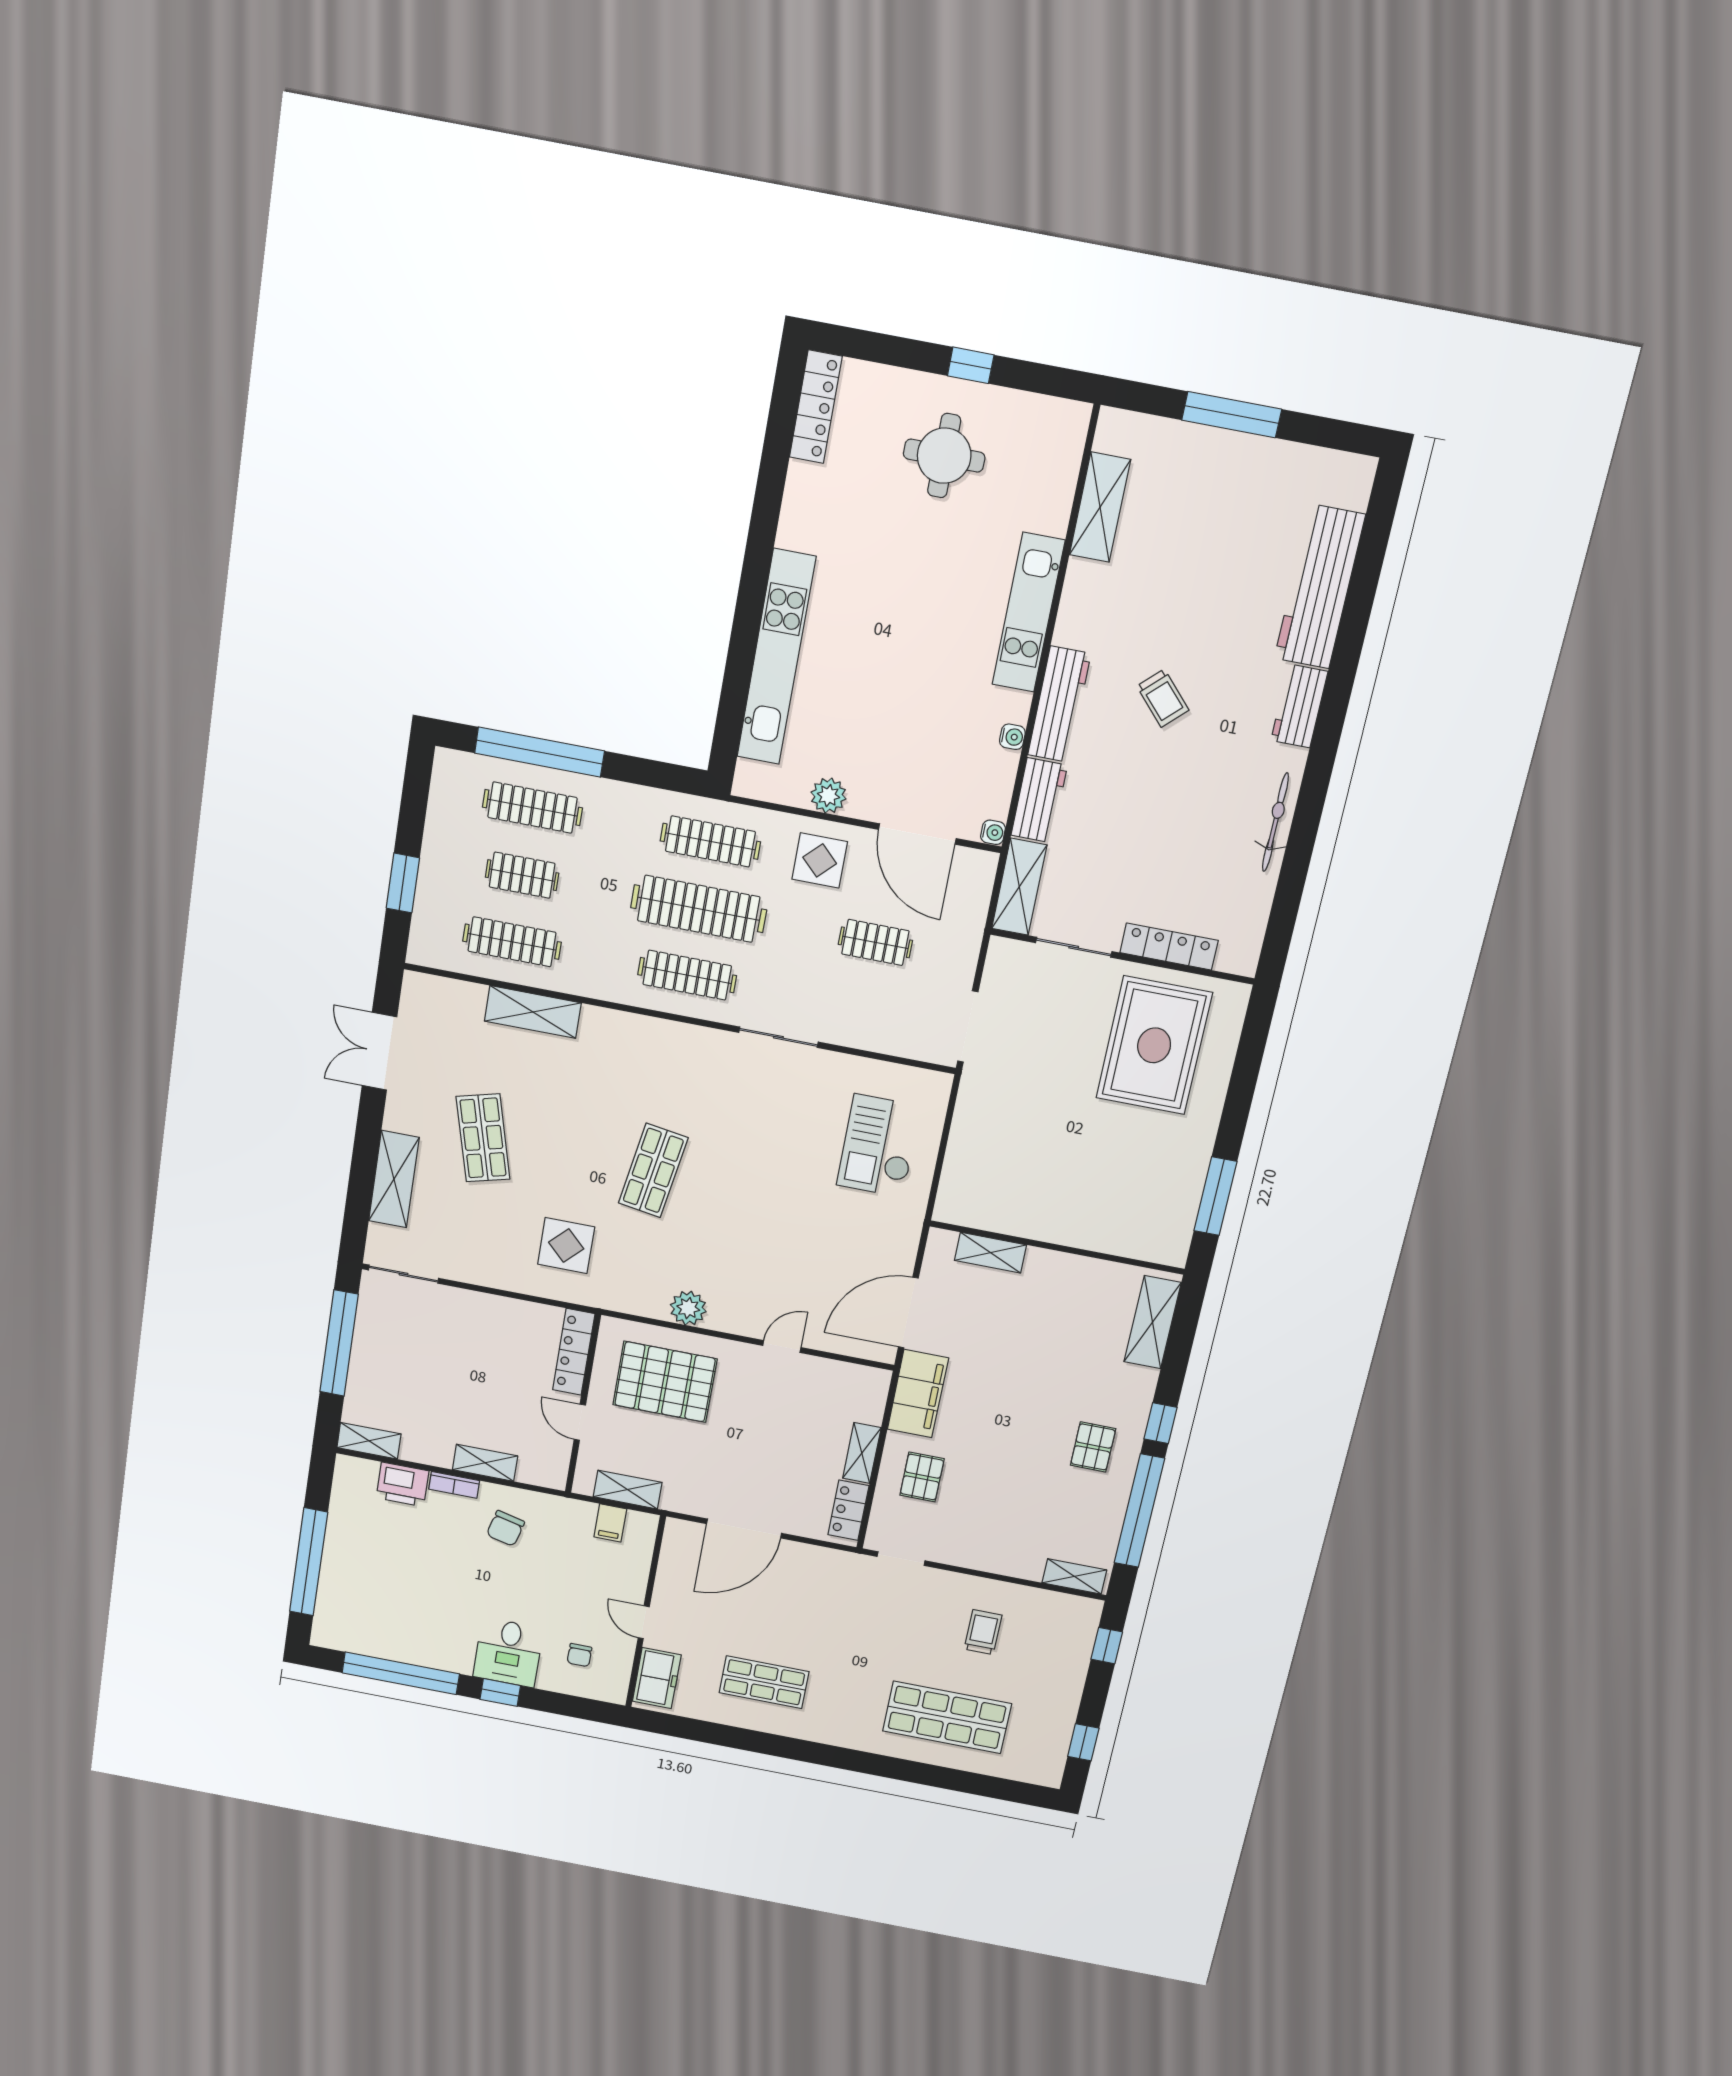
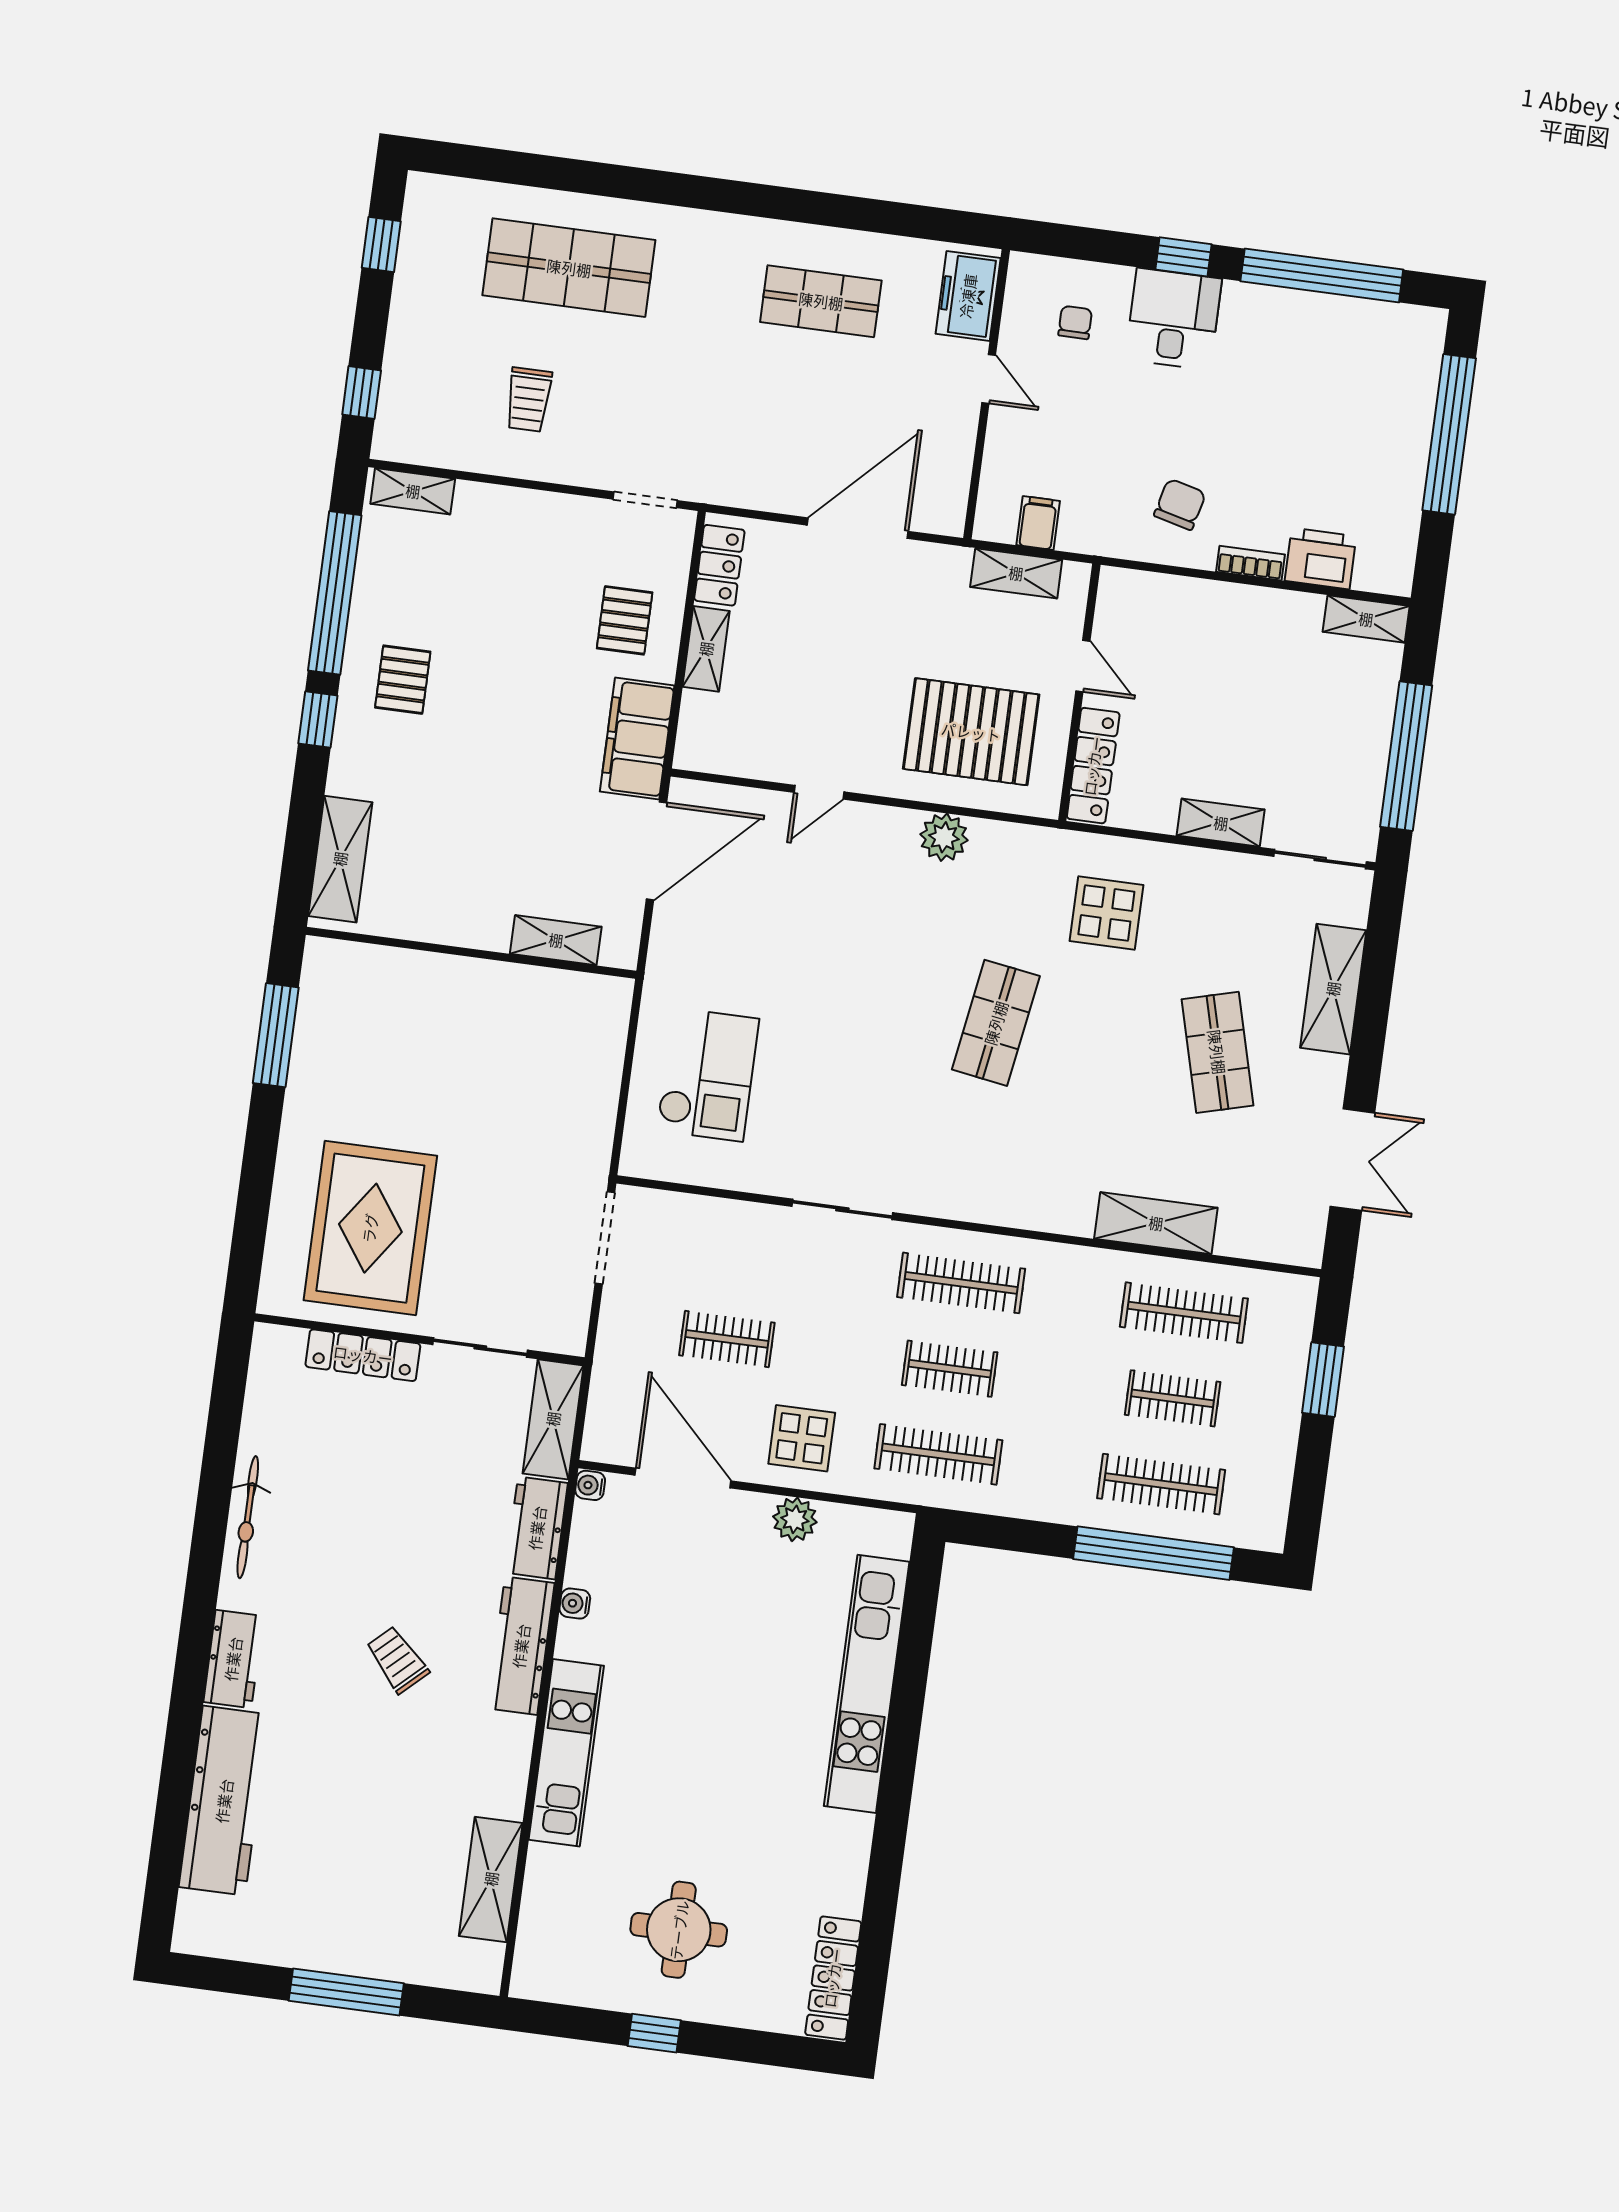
clothes rail: (699, 909) -> (950, 1369), width x0.54, depth x0.76
shelving: (485, 1463) -> (1221, 823), moved

